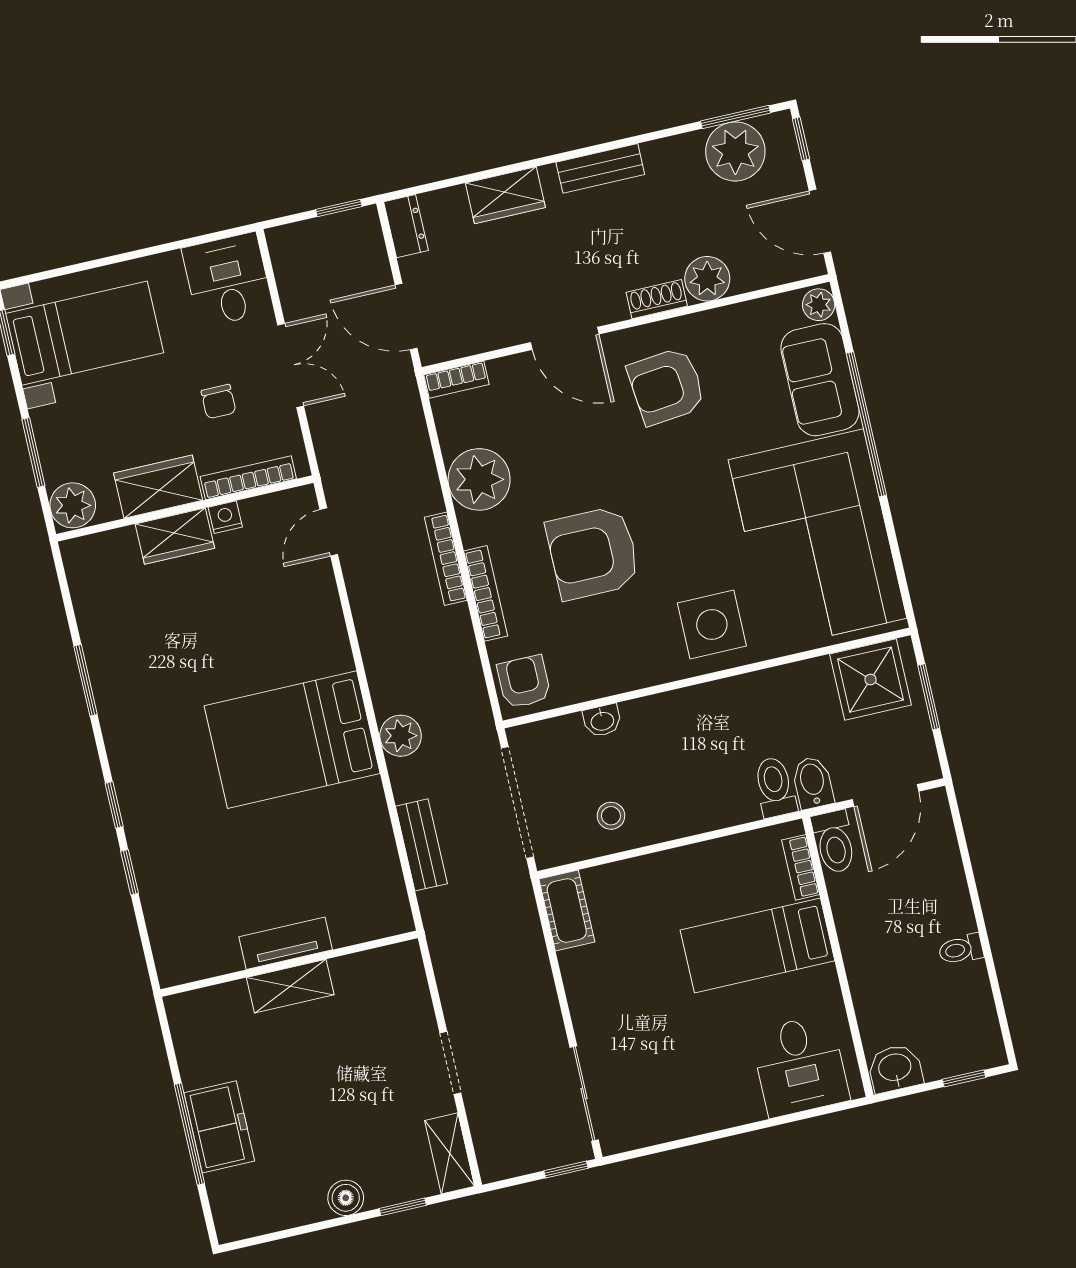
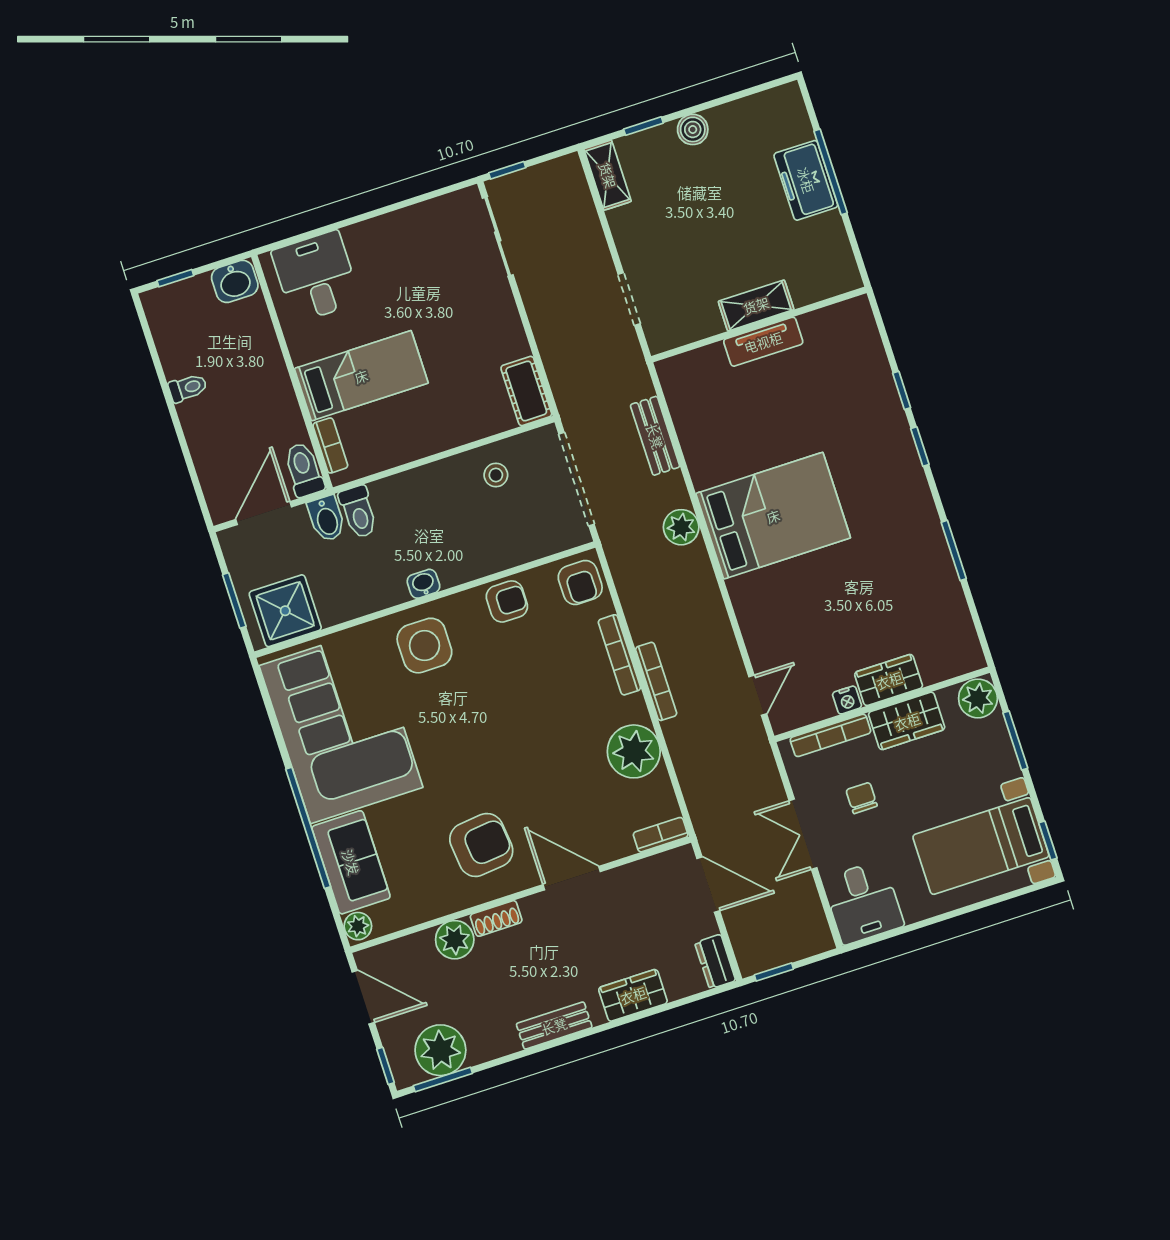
armchair: (593, 553) -> (507, 601), moved, width x0.53, depth x0.53
washbasin: (602, 721) -> (423, 584), moved
doorway: (450, 1063) -> (629, 299), moved

